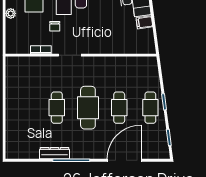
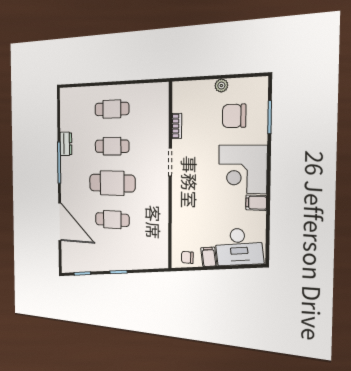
chair: (55, 26) -> (187, 257), moved
cafe table: (150, 108) -> (112, 109), moved
dresser: (55, 153) -> (66, 144), width x0.70

